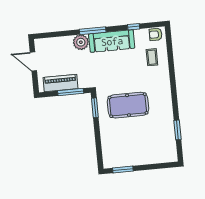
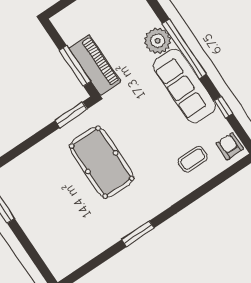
window: (93, 31) -> (184, 49), width x1.46
piano: (61, 83) -> (95, 65), moved
window: (177, 130) -> (138, 234), moved

